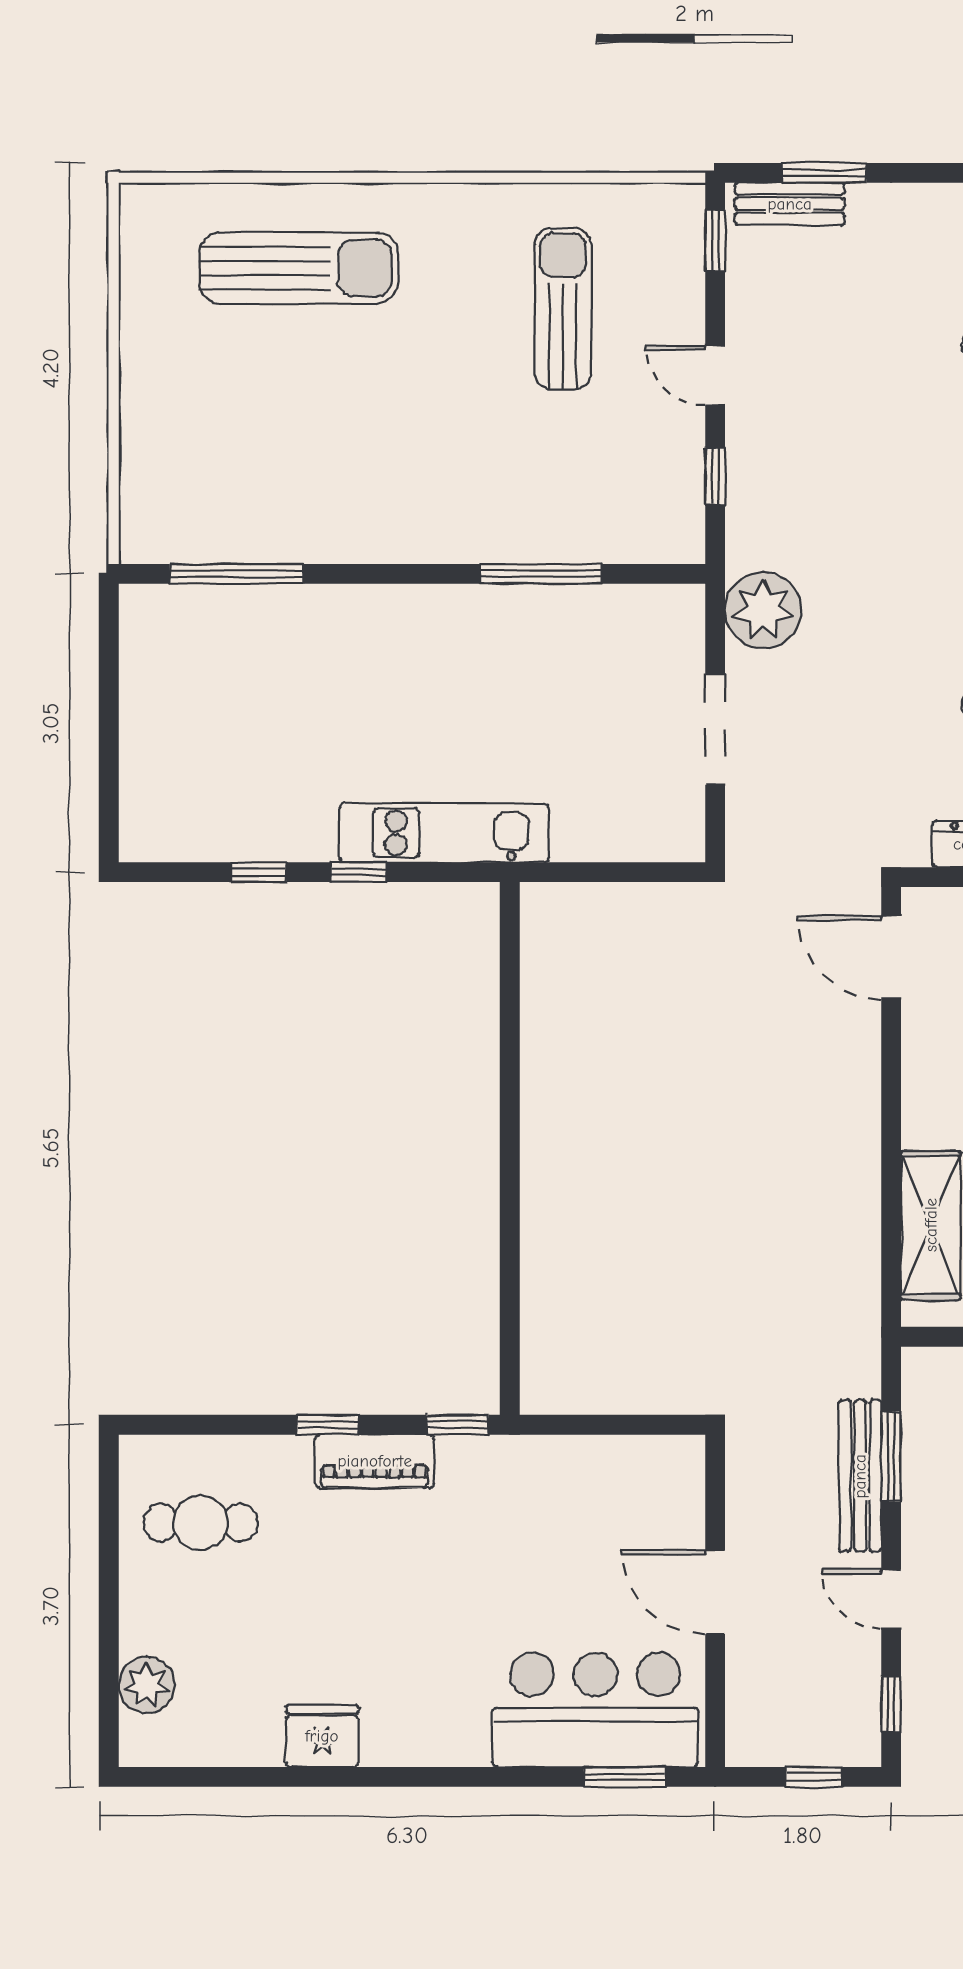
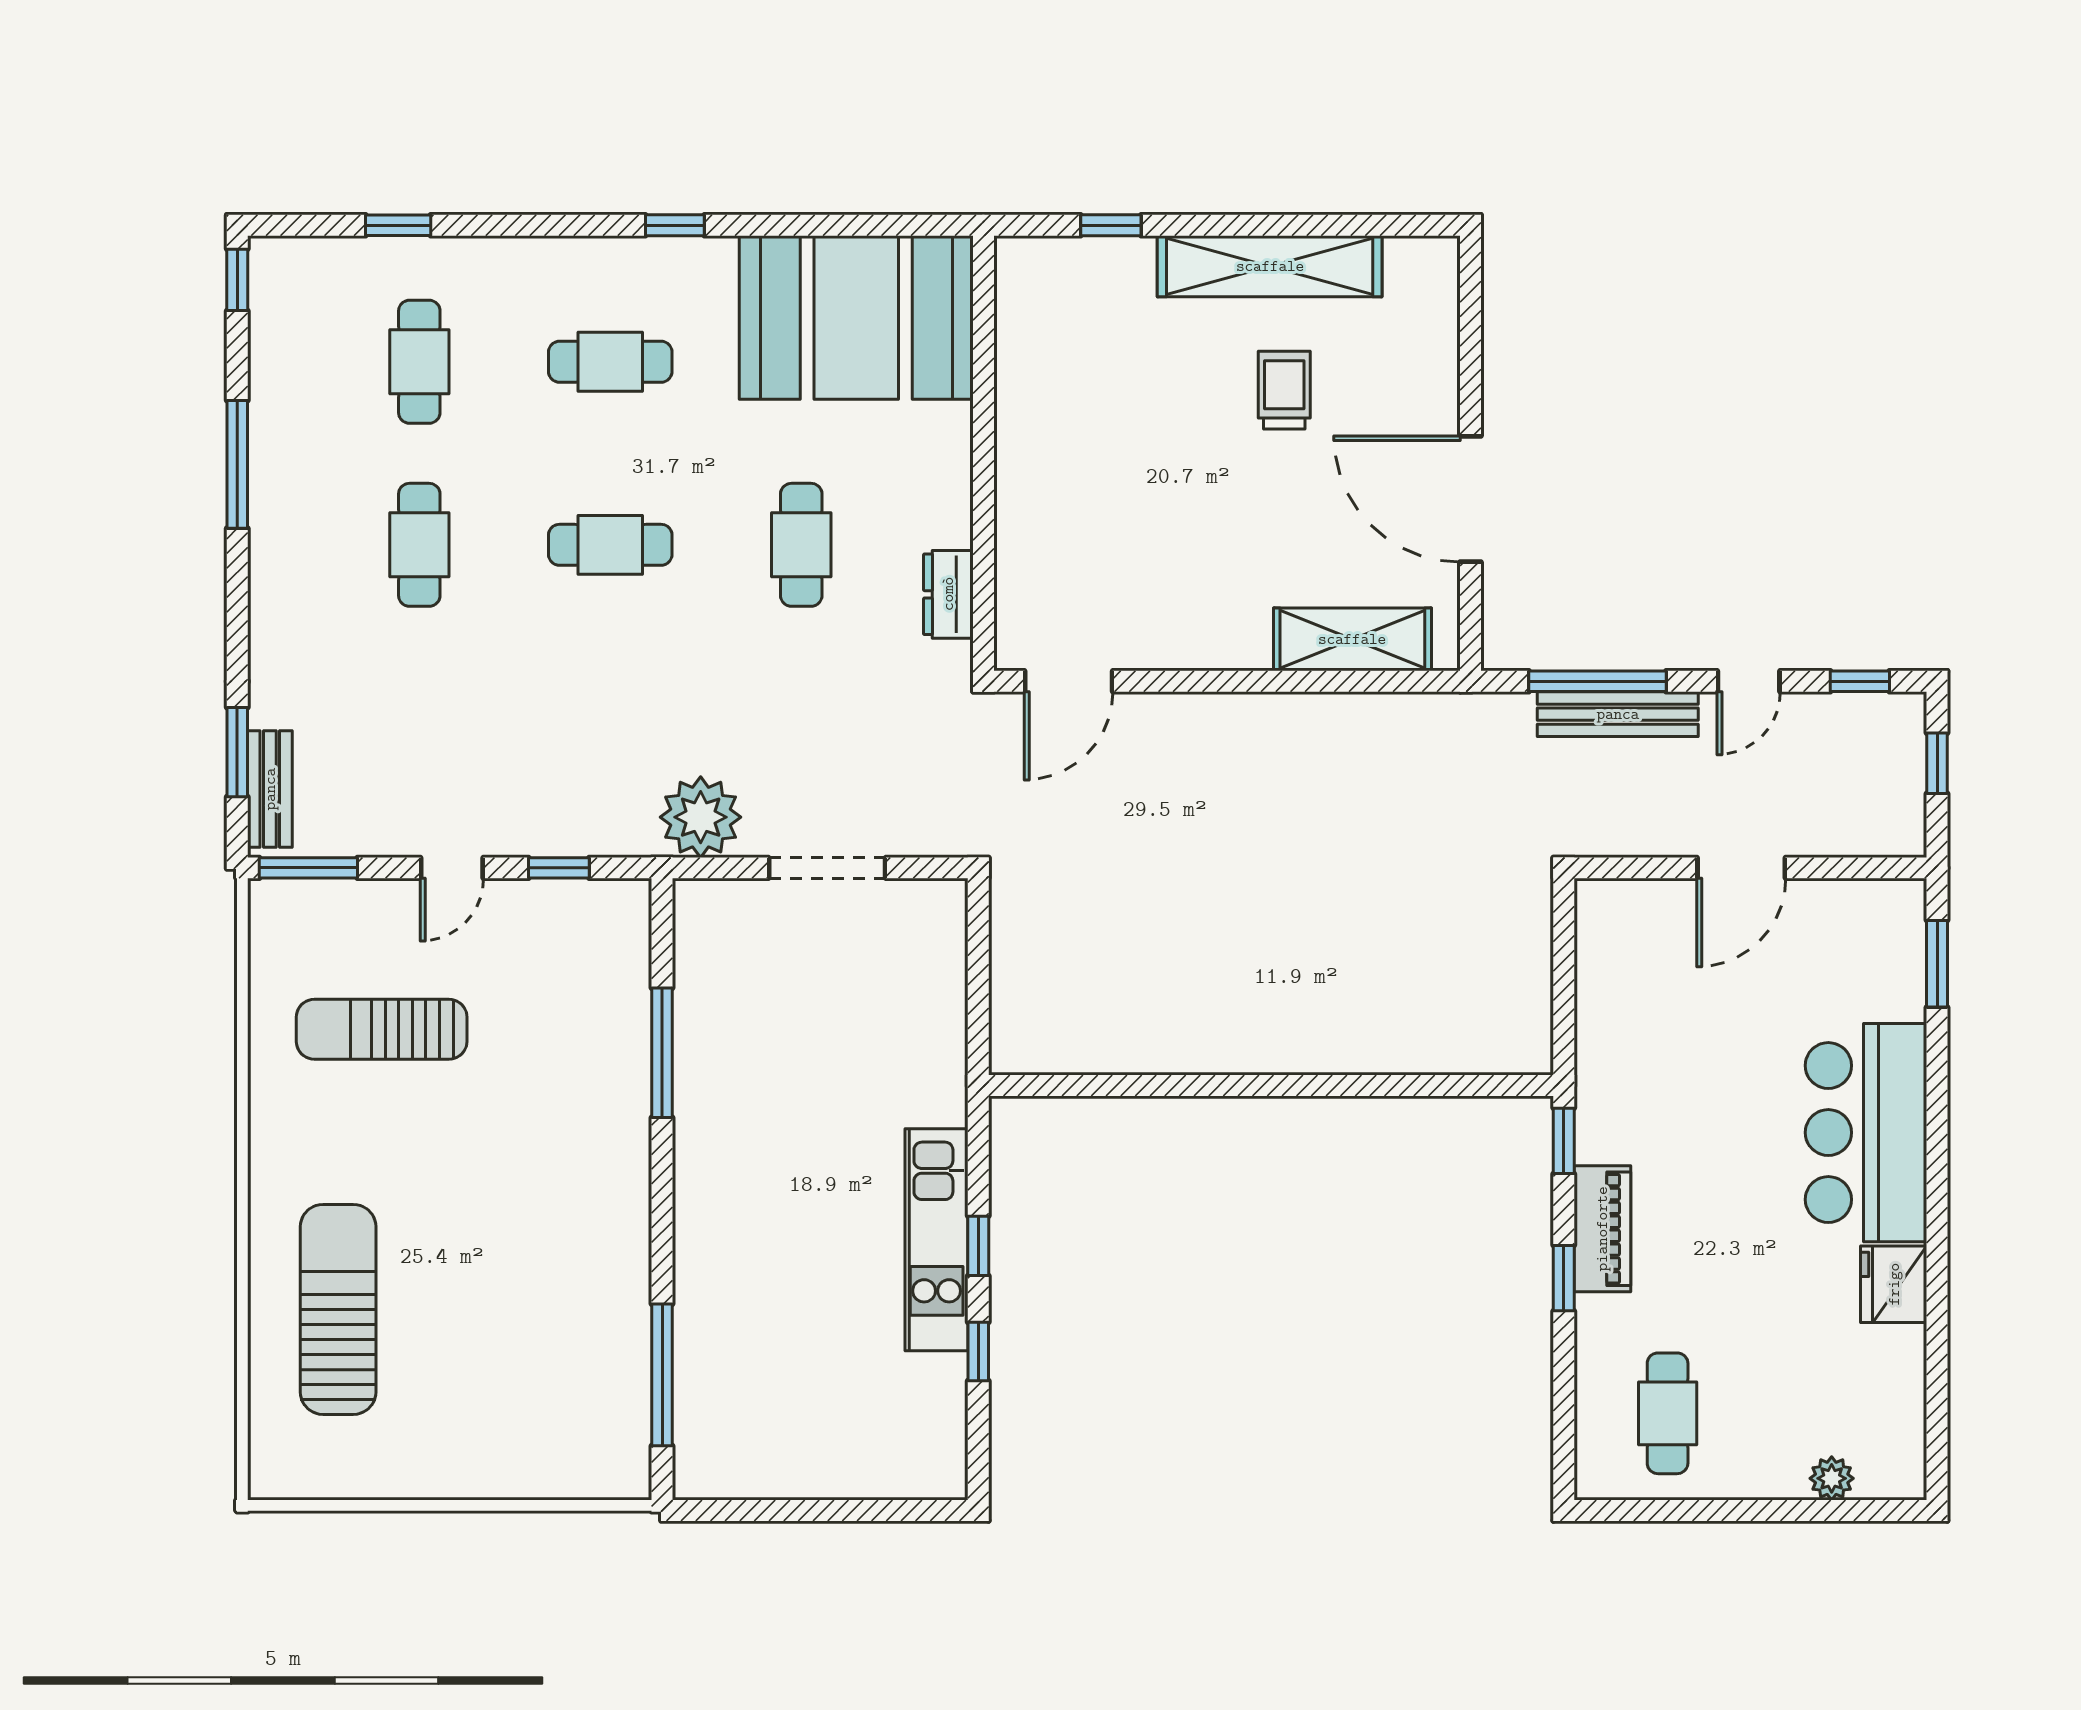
window: (715, 240) -> (308, 868), width x1.50
kitchen unit: (444, 833) -> (937, 1240), moved
window: (891, 1457) -> (1598, 681), width x1.44
plant: (147, 1685) -> (1832, 1478), width x0.73, depth x0.73
bar counter: (595, 1710) -> (1866, 1133), moved

